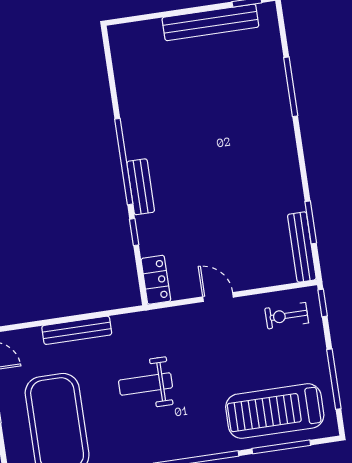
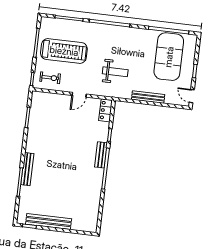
bench: (302, 247) -> (27, 169), moved
door: (218, 297) -> (79, 95), hinge flipped
weight bench: (145, 384) -> (115, 72), moved
treadmill: (275, 411) -> (64, 51), moved

